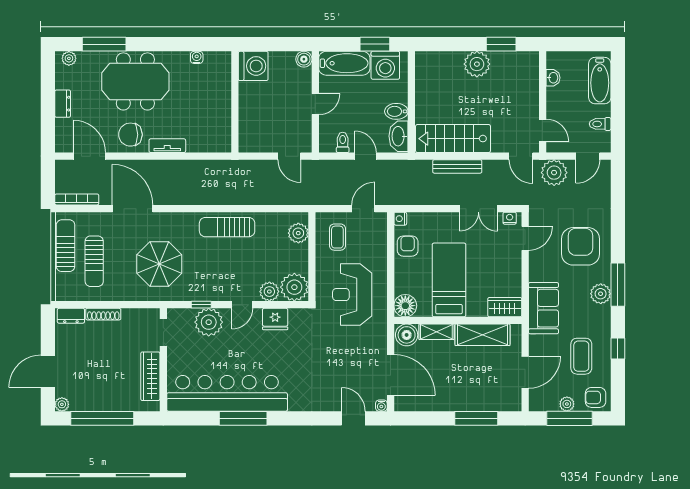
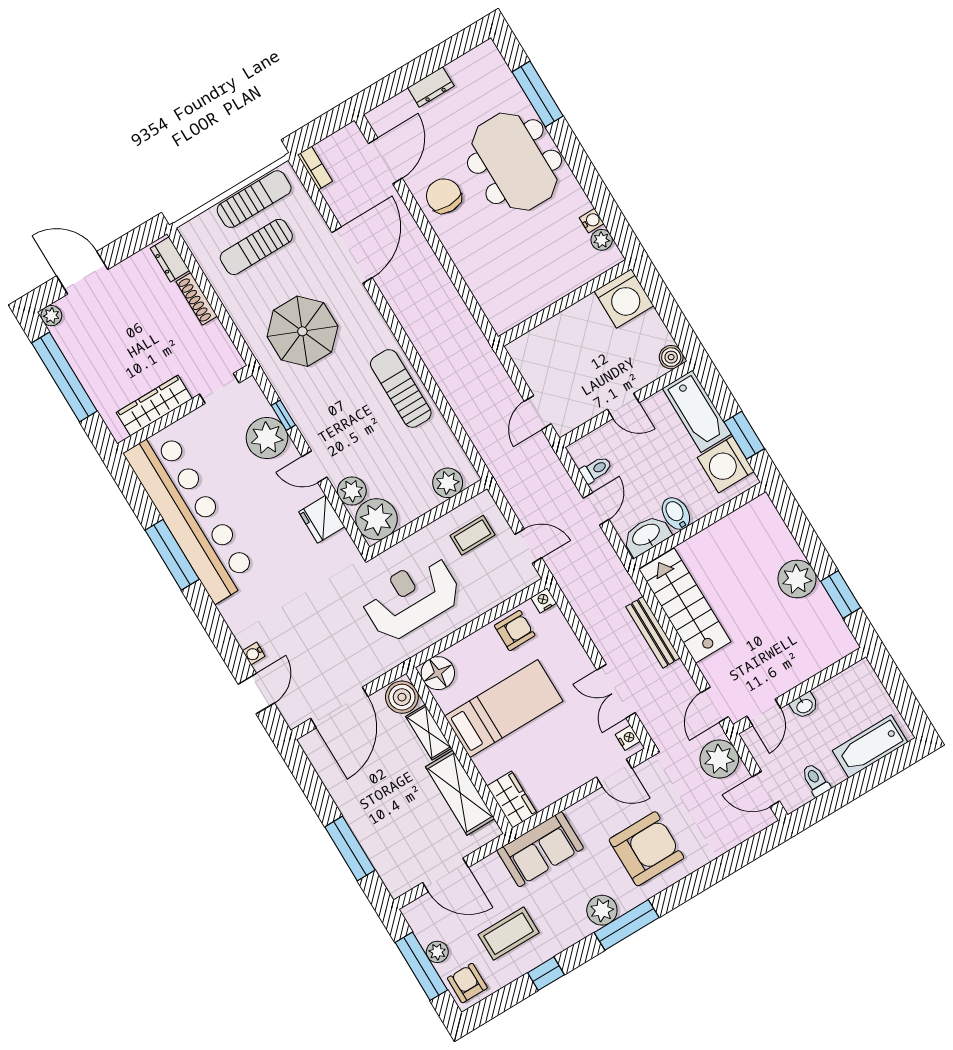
plant: (69, 58) -> (602, 240), moved
washbasin: (553, 78) -> (804, 706), moved
tv unit: (167, 146) -> (458, 251), removed
bookcase: (77, 199) -> (315, 168), width x0.64
water cooler: (381, 406) -> (254, 654), moved

